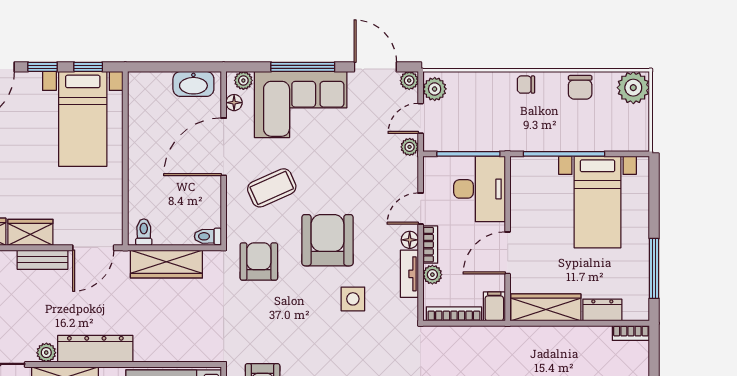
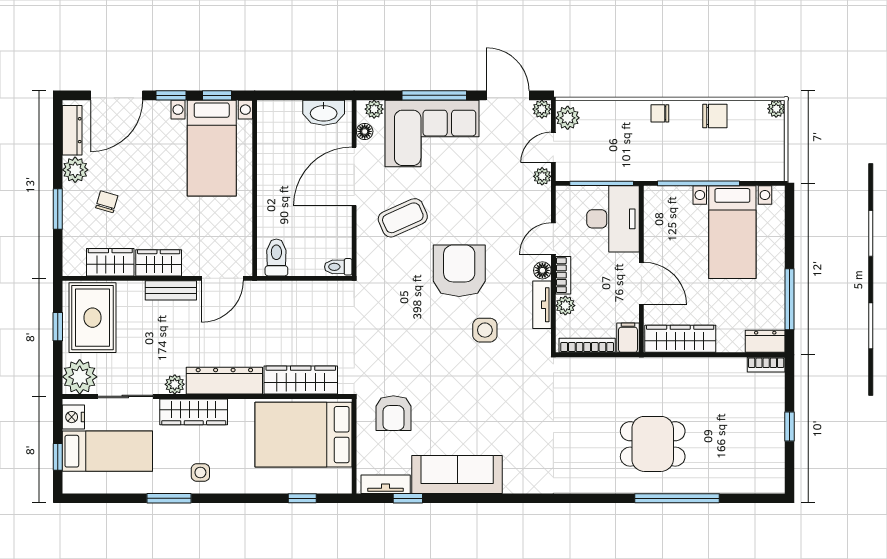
chair: (580, 87) -> (715, 116), turned -90
plant: (633, 88) -> (776, 109), width x0.53, depth x0.53
toilet: (144, 232) -> (276, 257), width x1.37, depth x1.39
door: (508, 253) -> (641, 284), swing flipped
armchair: (259, 261) -> (390, 292), removed
wardrobe: (166, 264) -> (301, 380), moved, turned 180
dresser: (602, 310) -> (765, 341), moved

